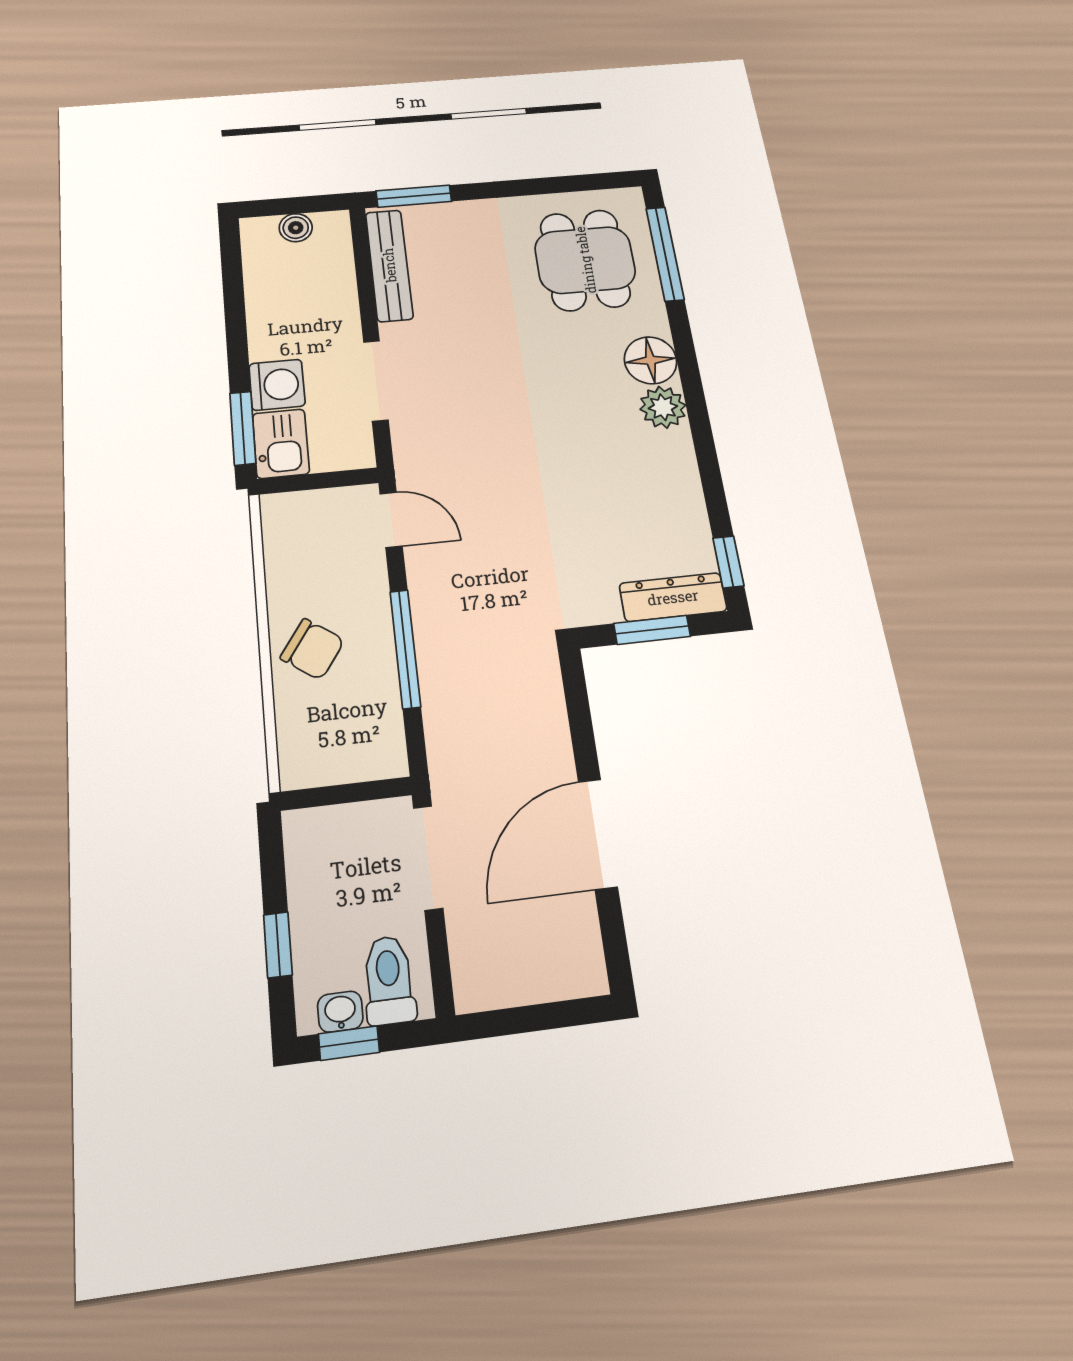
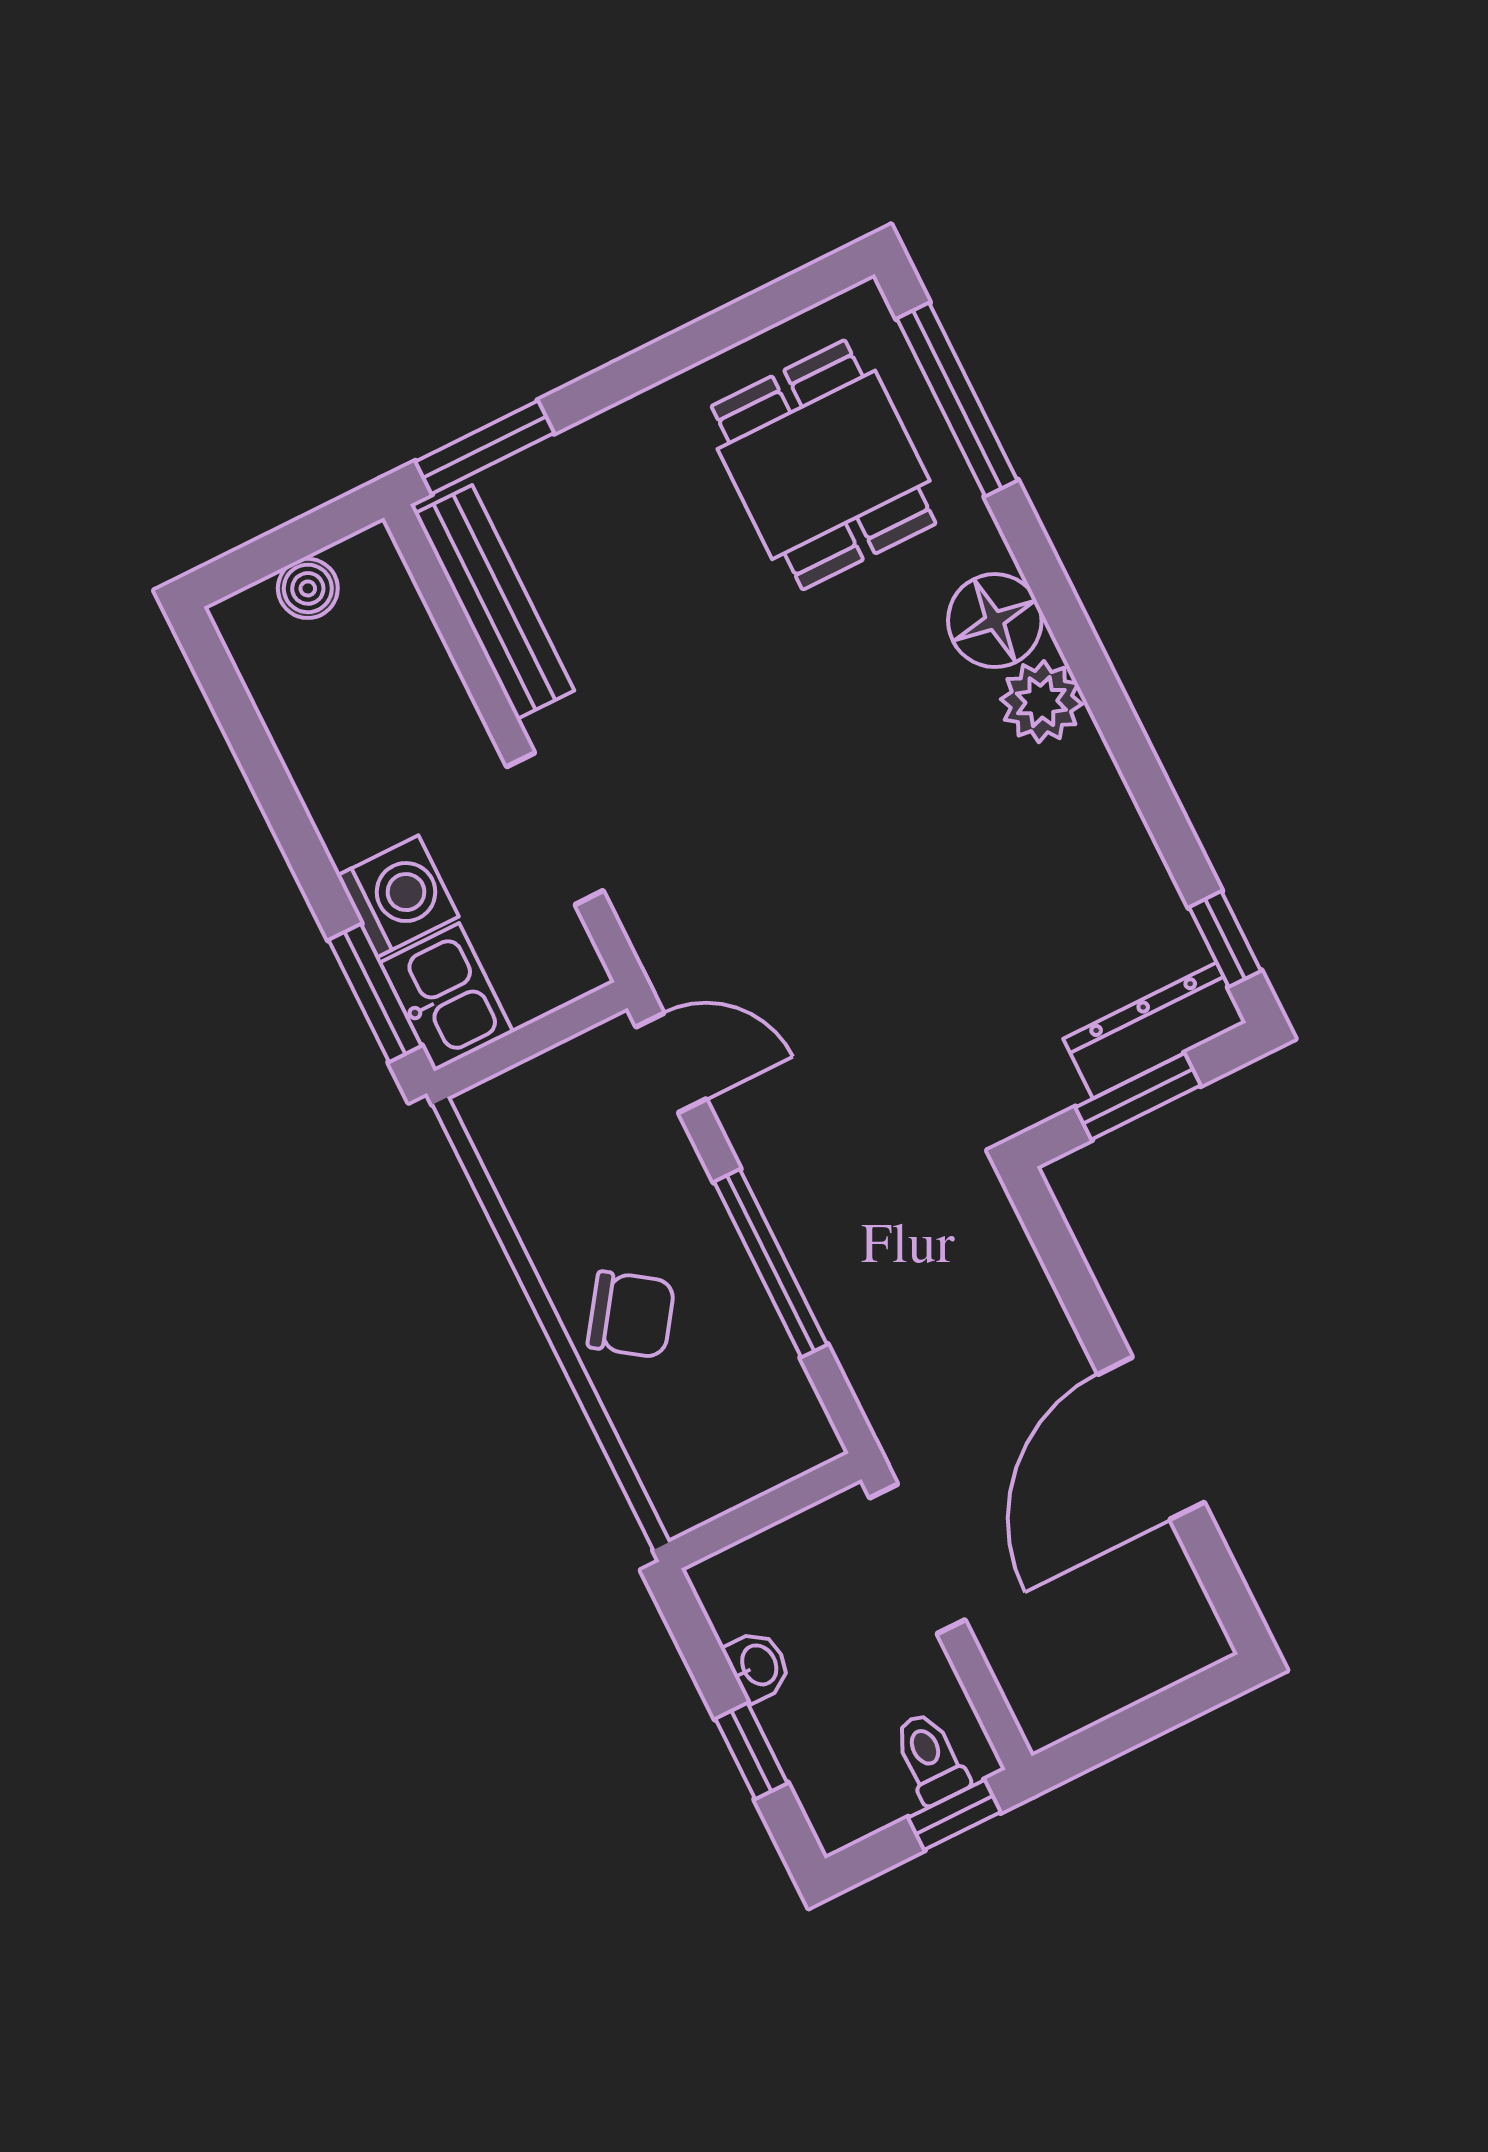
toilet: (389, 980) -> (930, 1758), width x0.73, depth x0.72
washbasin: (340, 1012) -> (758, 1666), moved, turned 90
window: (349, 1043) -> (954, 1815), moved

